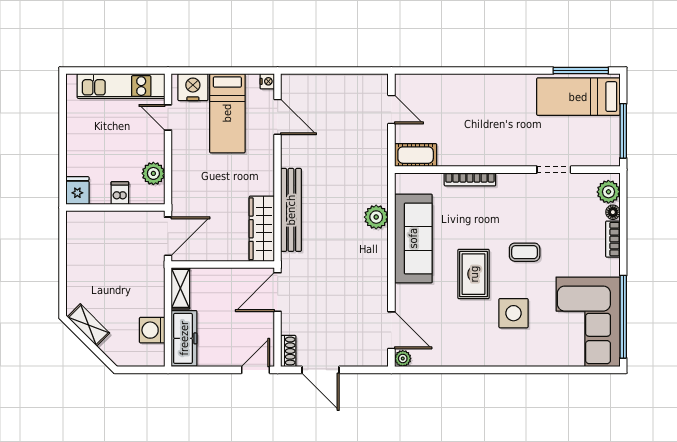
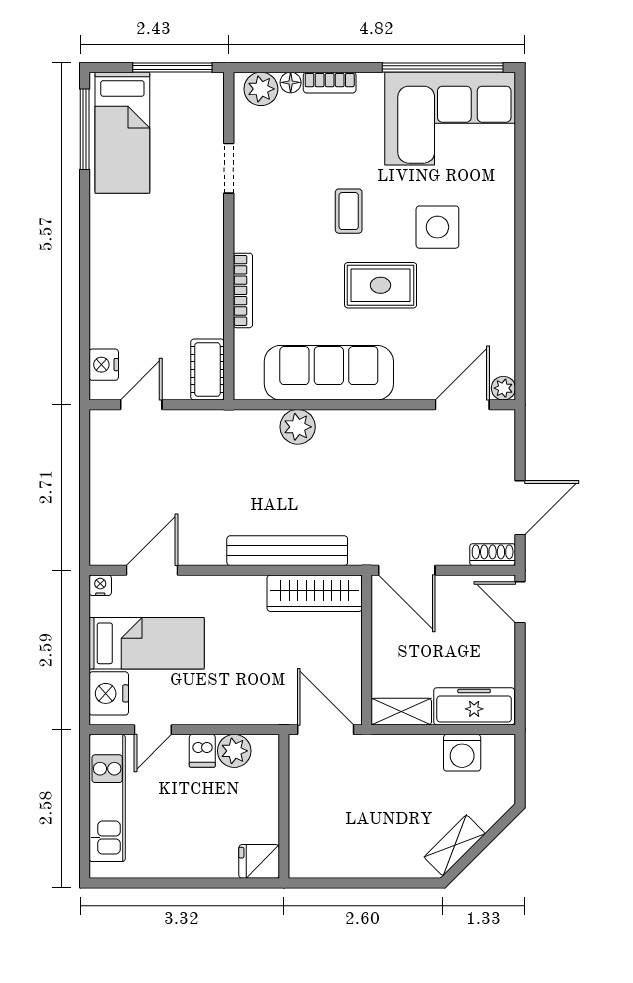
nightstand: (419, 84) -> (104, 365), added
dishwasher: (120, 193) -> (202, 751), moved, turned -90

